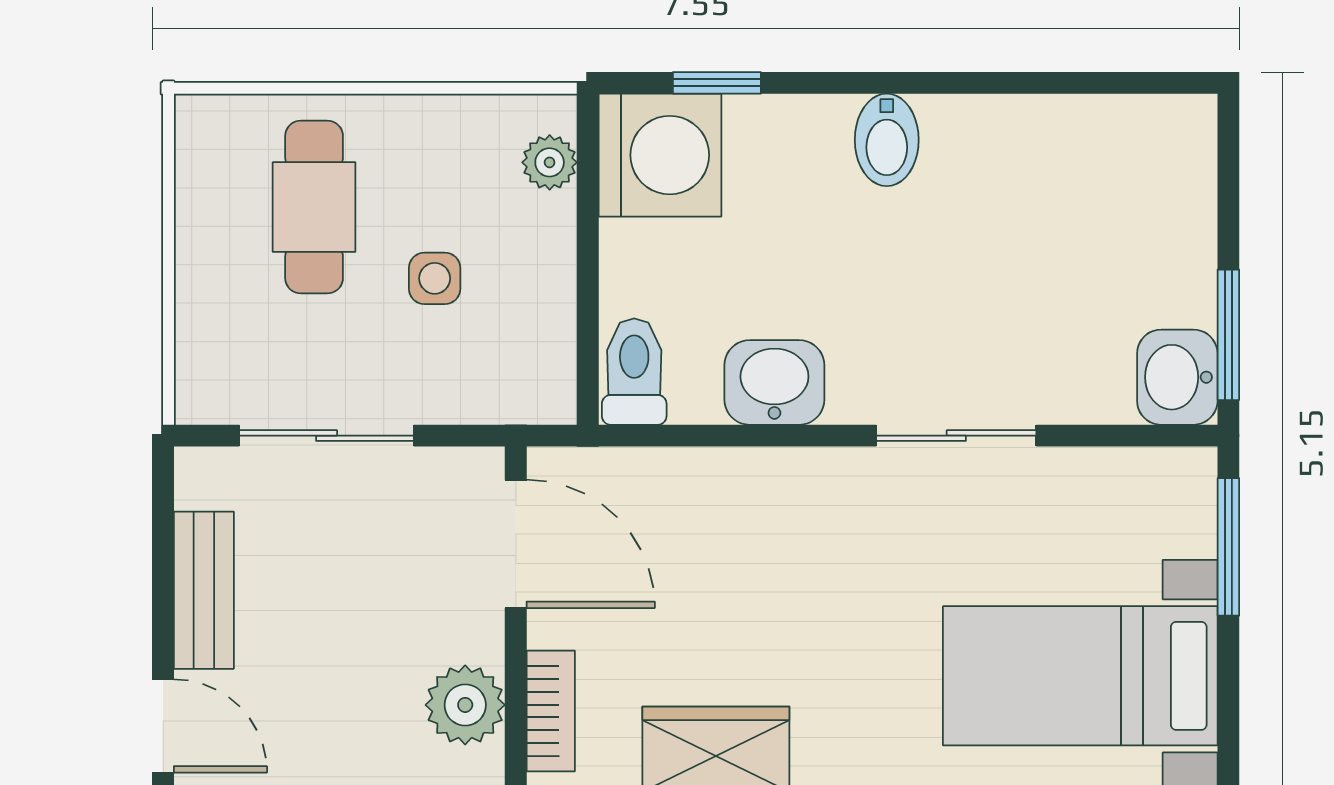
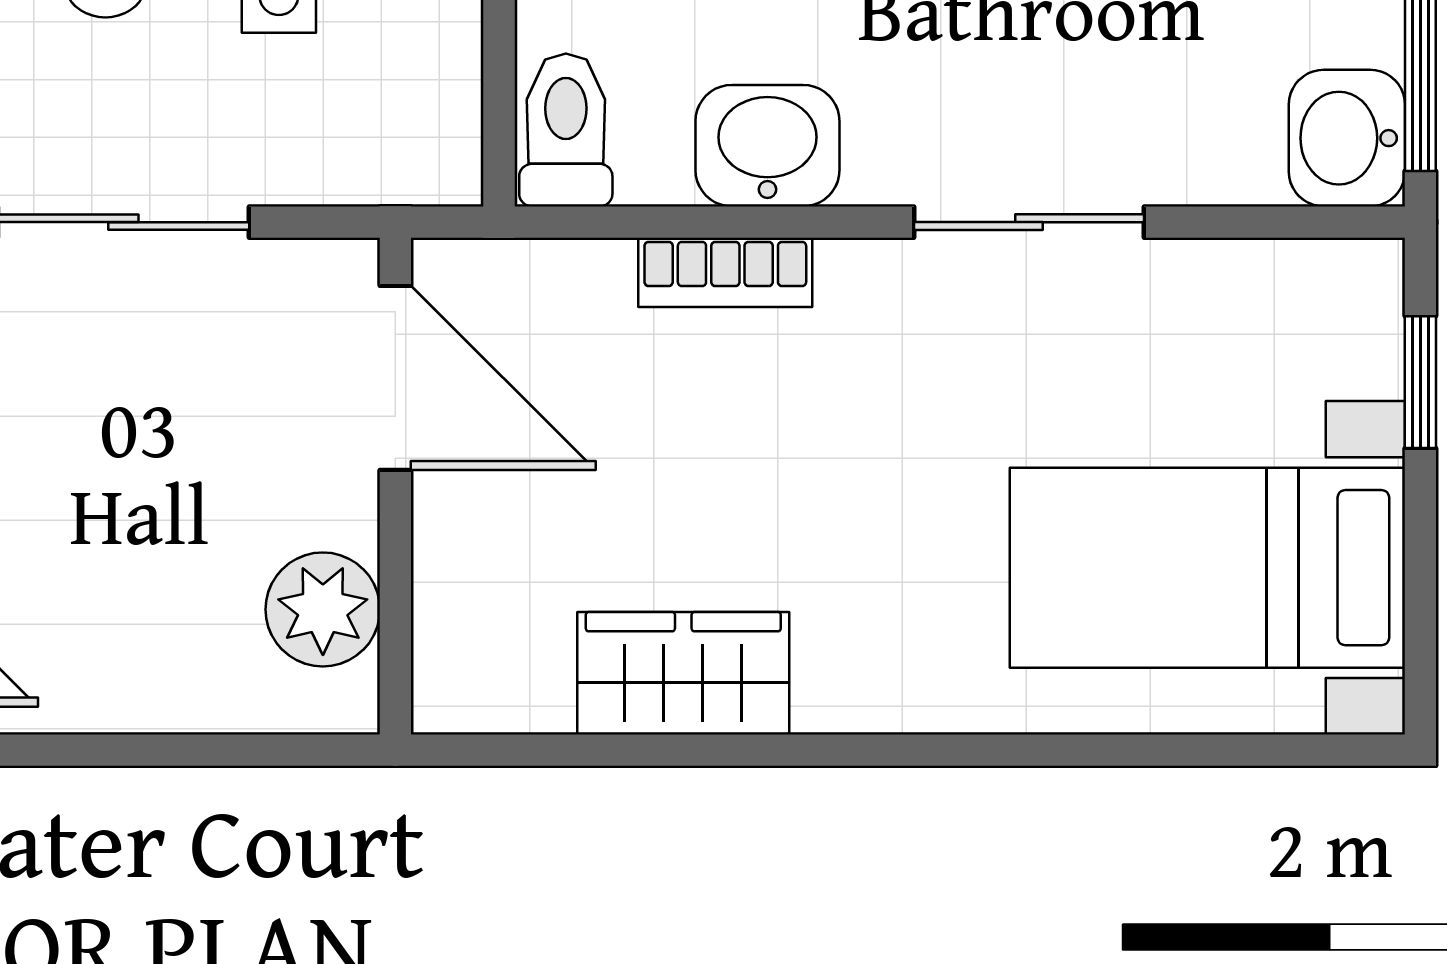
window: (1228, 547) -> (1420, 382), width x0.67
bookcase: (551, 711) -> (725, 272), moved, turned 90

